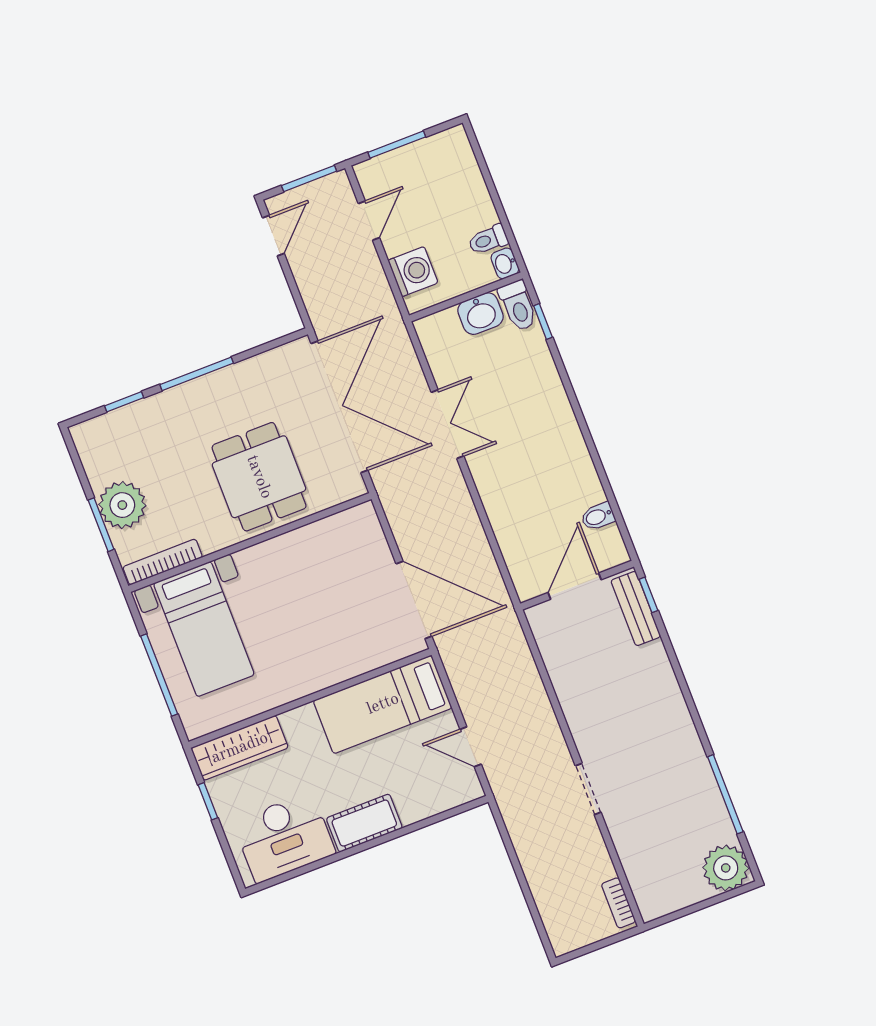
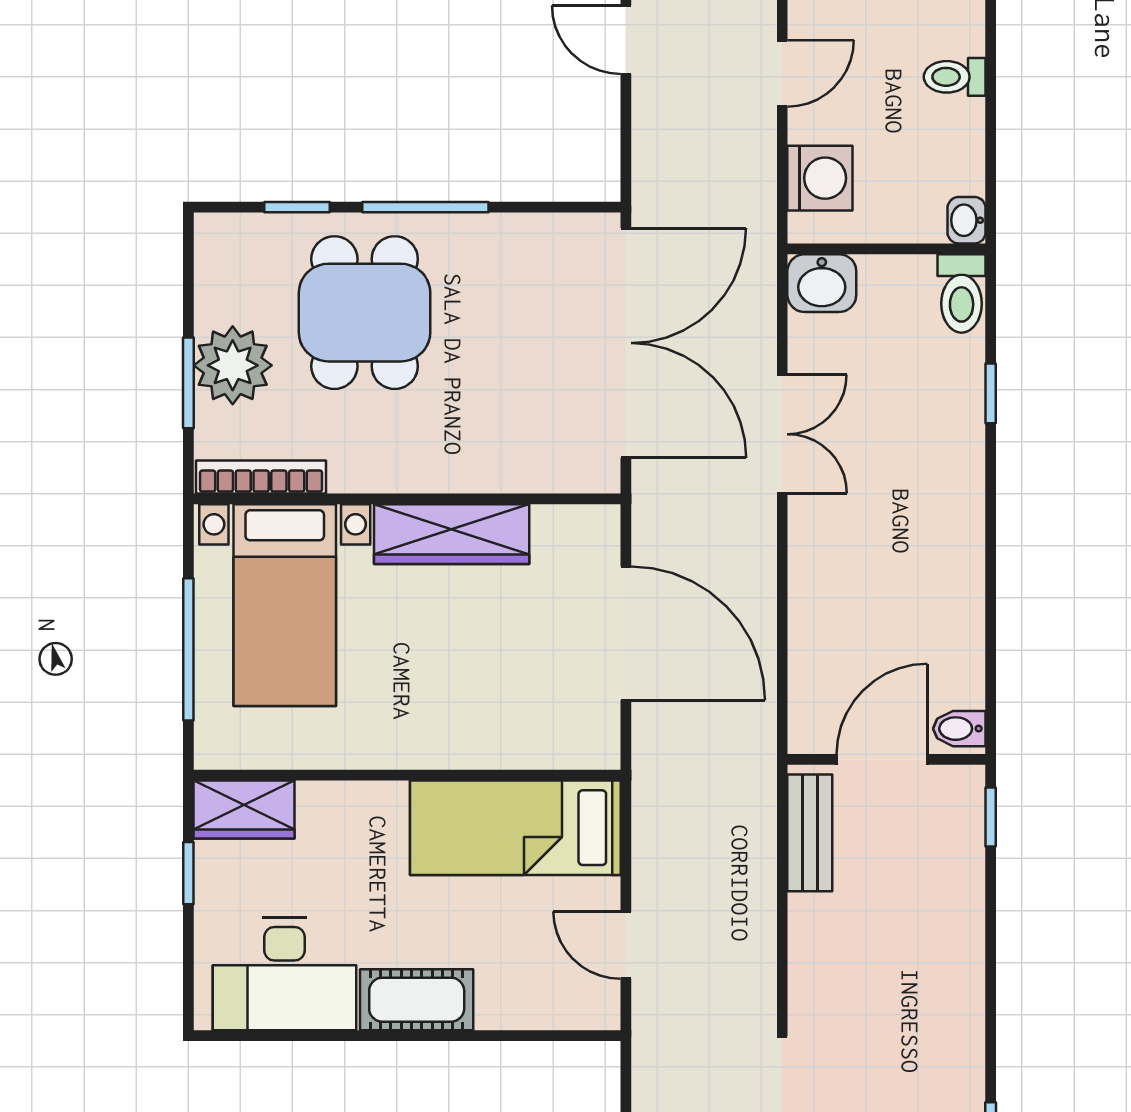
door: (273, 236) -> (626, 40), swing flipped
toilet: (488, 240) -> (955, 77), moved
washbasin: (481, 314) -> (822, 283), moved
window: (543, 321) -> (991, 393), moved
dining table: (259, 477) -> (365, 313), moved
bidet: (598, 516) -> (959, 729), moved
wardrobe: (283, 553) -> (452, 534), added
door: (414, 600) -> (626, 633), moved
bench: (636, 608) -> (810, 833), moved
wardrobe: (240, 748) -> (244, 809), width x0.67

